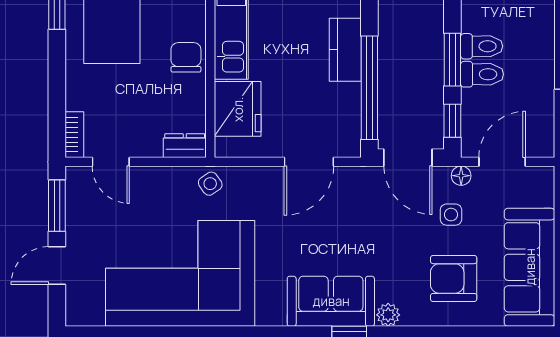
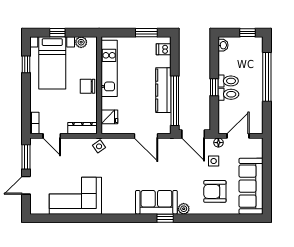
kitchen counter: (345, 50) -> (163, 90), width x1.50
chair: (186, 57) -> (87, 86), turned -90
window: (452, 60) -> (214, 87), width x0.67
fridge: (238, 109) -> (109, 117), width x0.53, depth x0.75
window: (452, 121) -> (214, 116), removed
dresser: (185, 146) -> (82, 128), width x1.44
door: (309, 162) -> (146, 136), hinge flipped
corner sofa: (180, 273) -> (75, 196), width x0.73, depth x0.74

